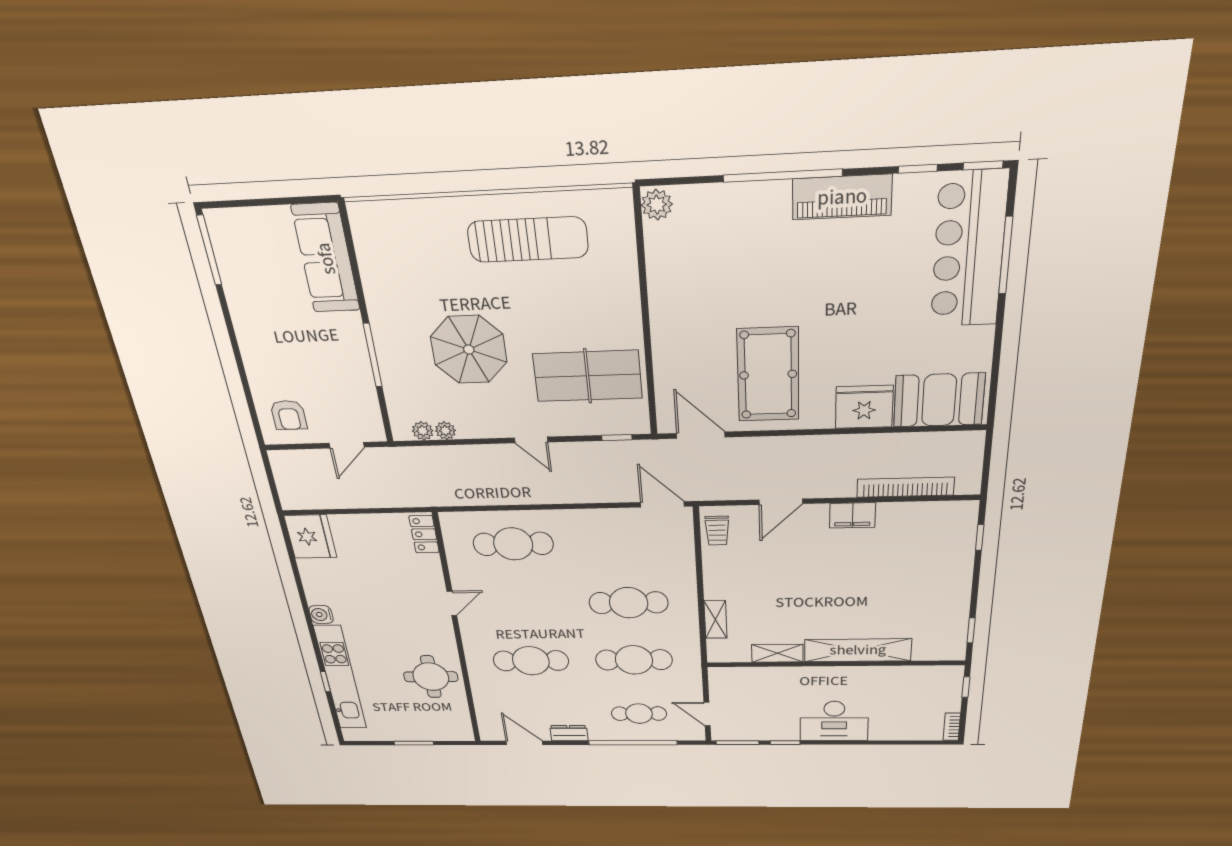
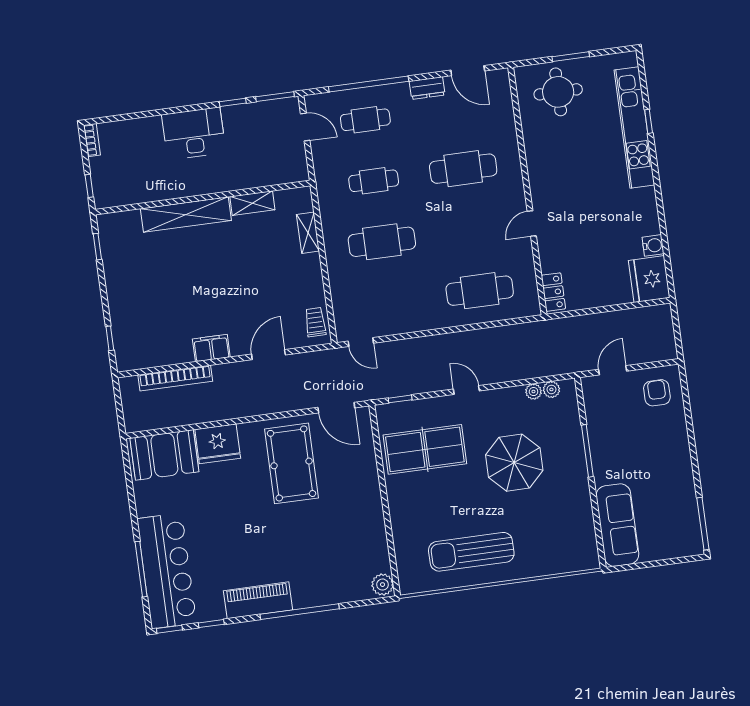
door: (662, 504) -> (361, 342), width x0.73
water cooler: (321, 615) -> (653, 245), moved
cafe table: (634, 660) -> (374, 181), width x0.73, depth x0.74
round table: (431, 677) -> (558, 92), moved

